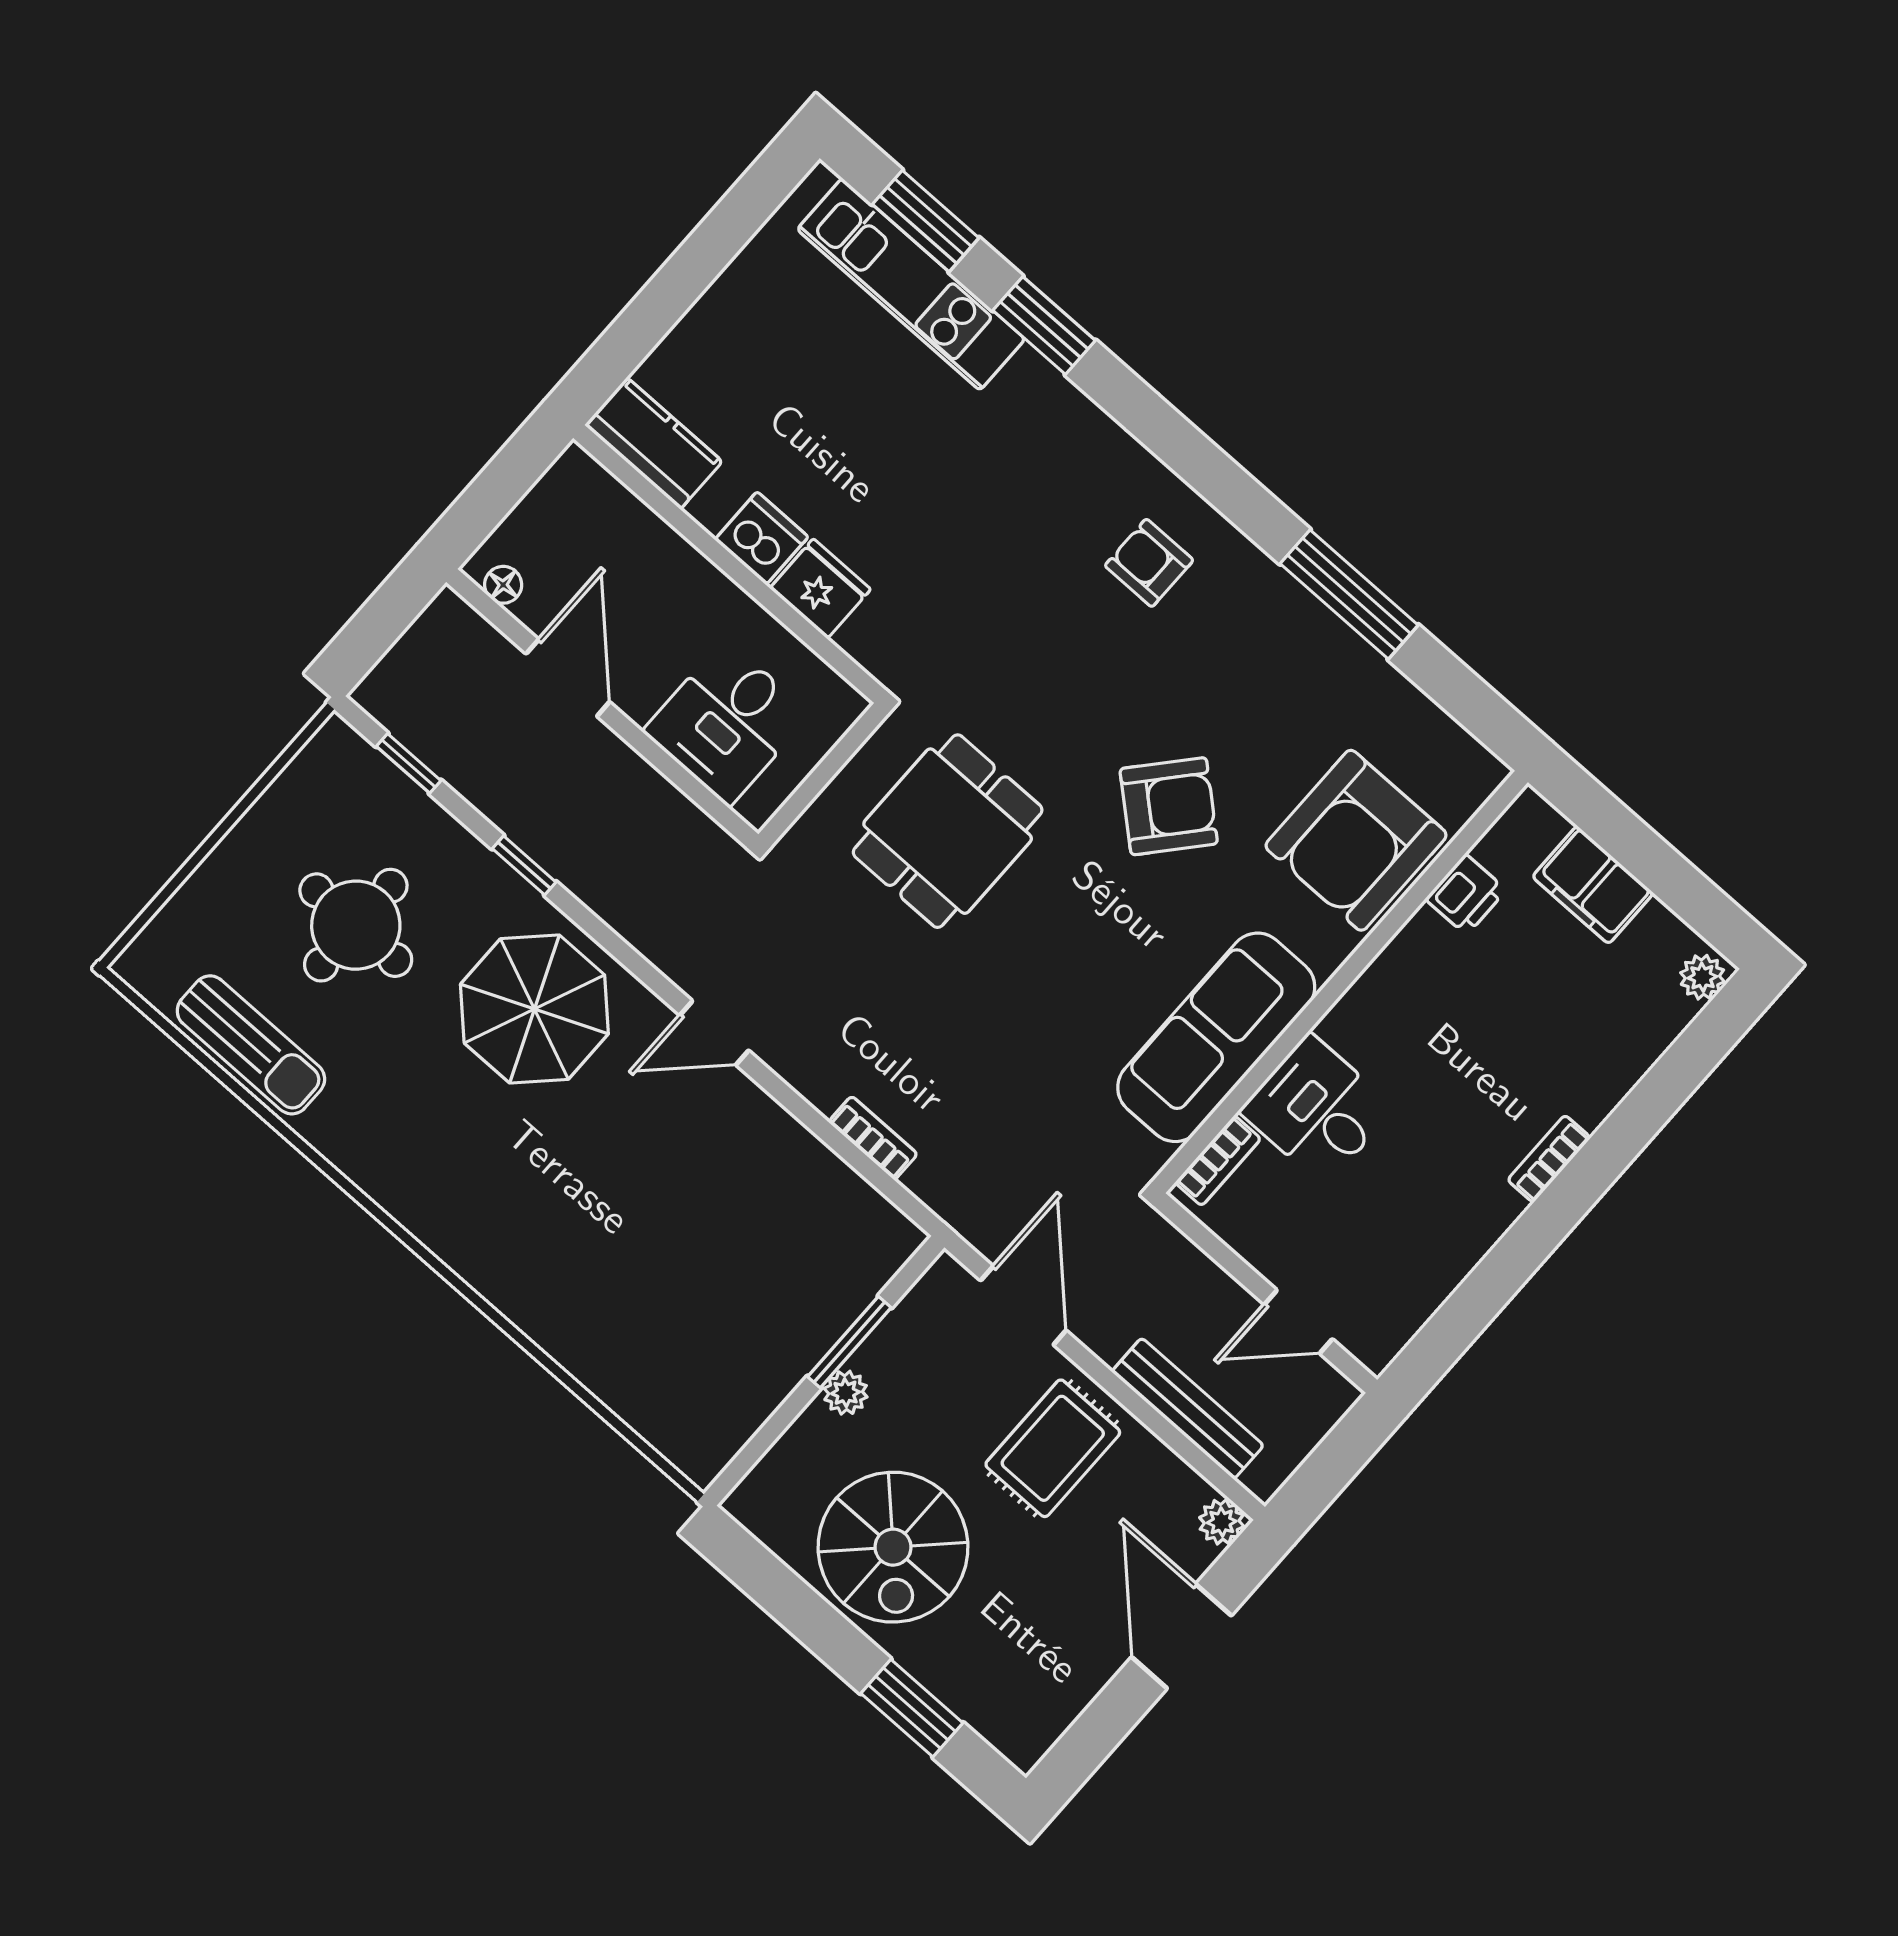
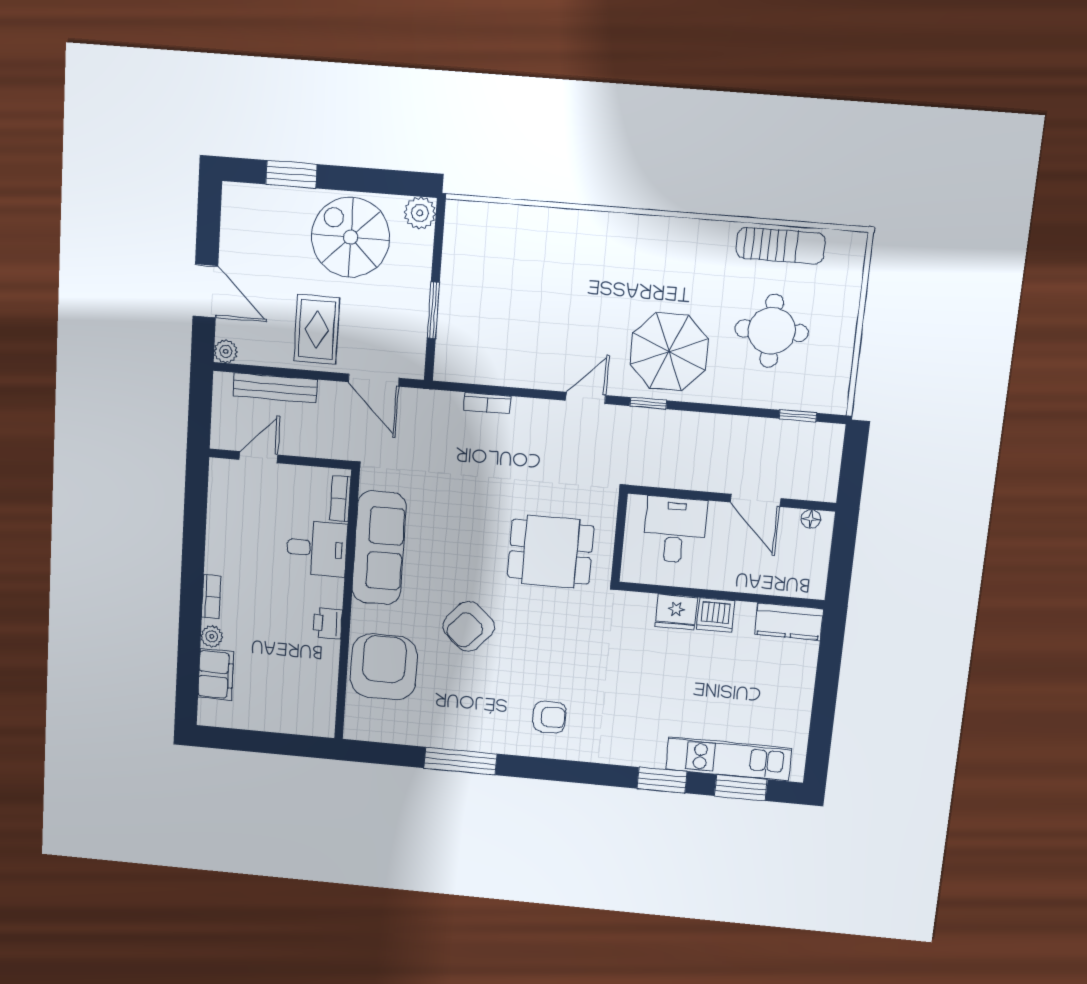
dining table: (948, 831) -> (551, 552), turned 90
window: (524, 865) -> (648, 403), moved
filing cabinet: (1593, 885) -> (216, 675), moved, turned 90
printer: (1466, 894) -> (328, 623), moved
plant: (1702, 977) -> (212, 636), moved
sun lounger: (251, 1045) -> (781, 246), turned 180
plant: (846, 1393) -> (420, 213), moved, width x1.38, depth x1.38

